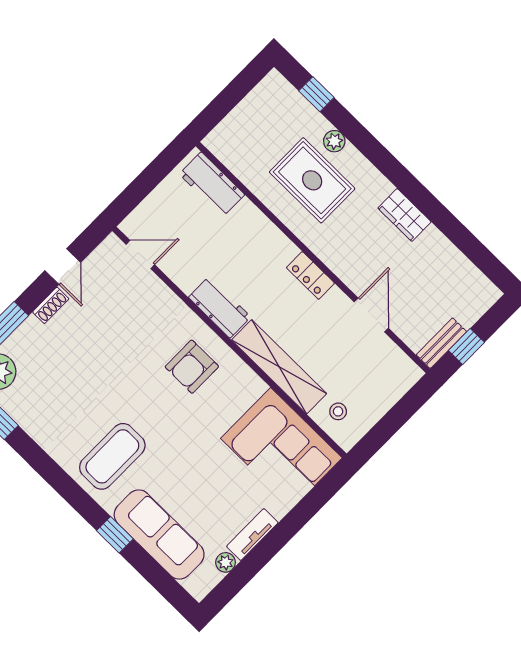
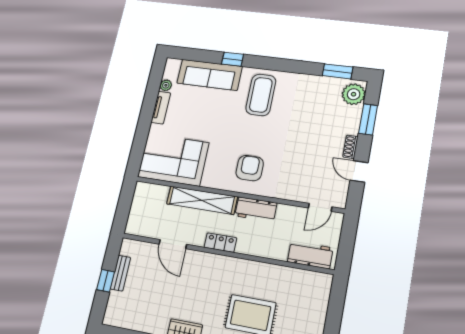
workbench: (212, 184) -> (310, 255), moved
wall: (313, 257) -> (225, 253), moved
locker: (310, 275) -> (220, 243), moved
door: (371, 315) -> (173, 244), moved
stool: (338, 411) -> (155, 199), removed

